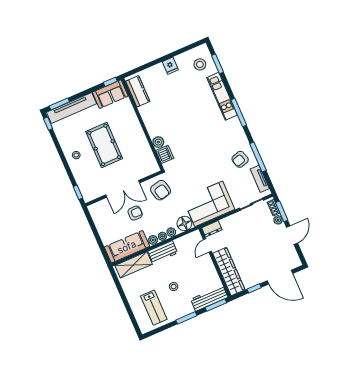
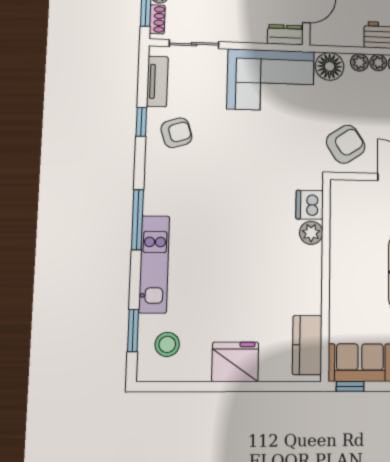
fridge: (170, 66) -> (235, 362), width x1.88, depth x1.34
window: (258, 157) -> (141, 122), width x0.46
armchair: (161, 190) -> (346, 144), turned 70

